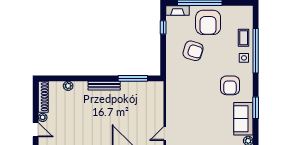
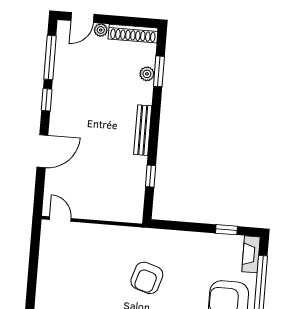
armchair: (193, 51) -> (147, 278), moved
window: (66, 78) -> (159, 71), added
window: (133, 78) -> (151, 176), width x0.46

